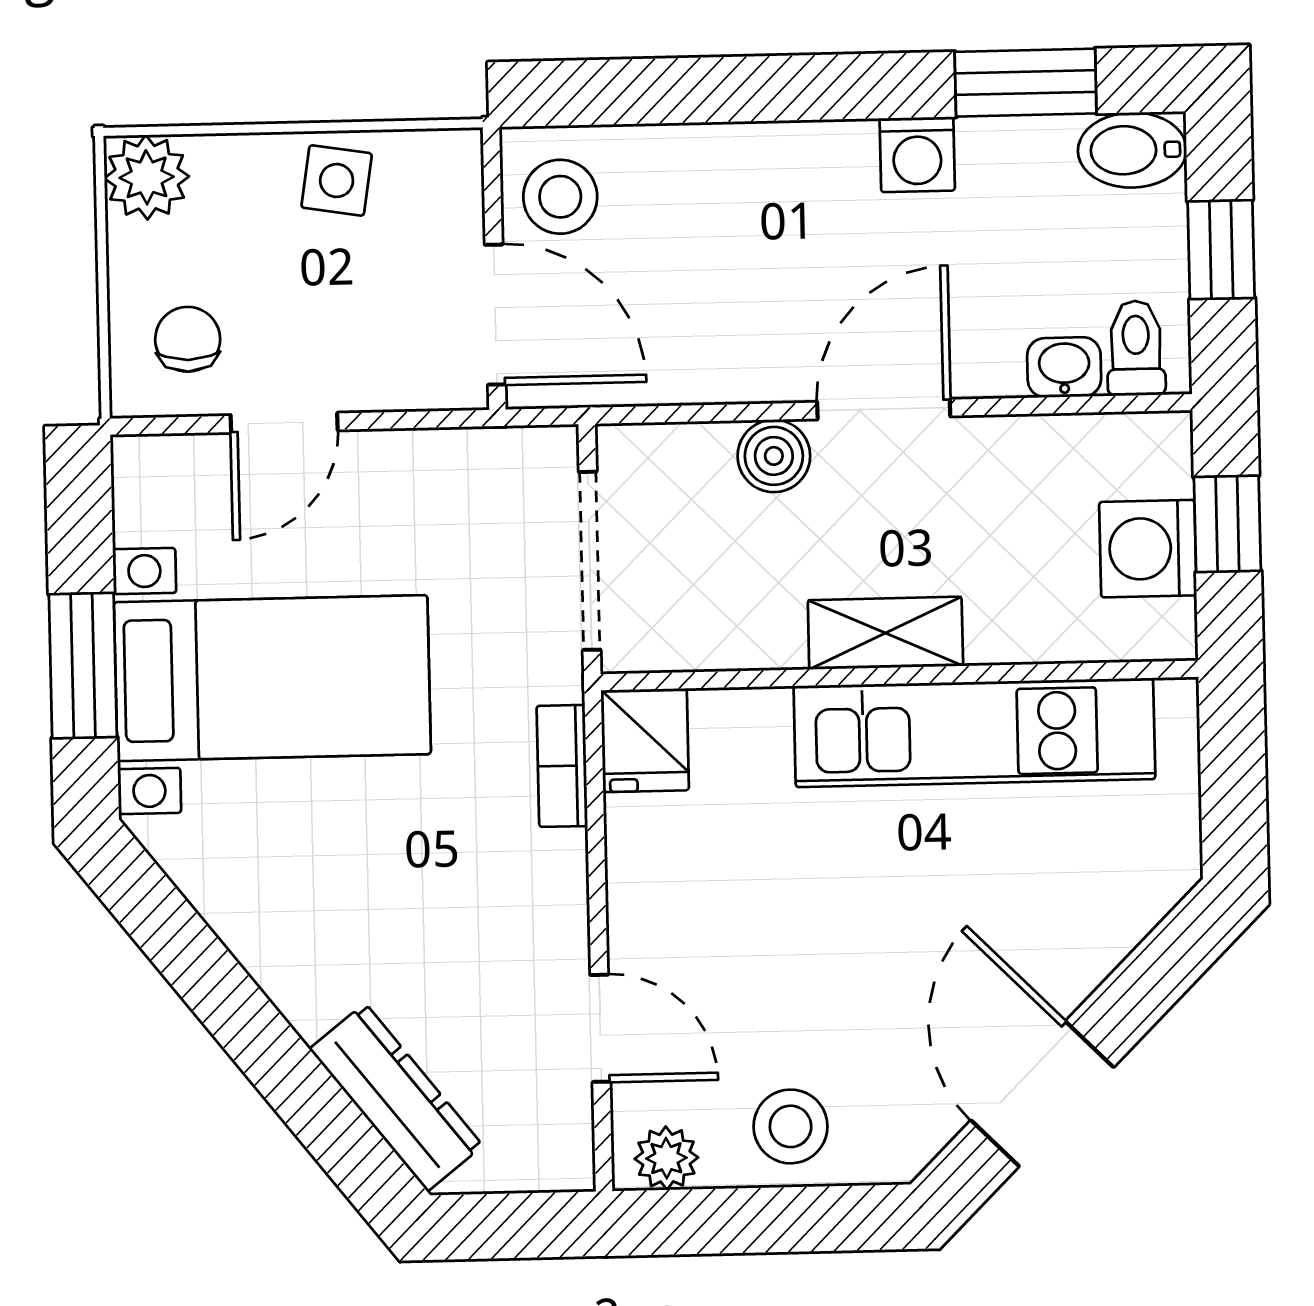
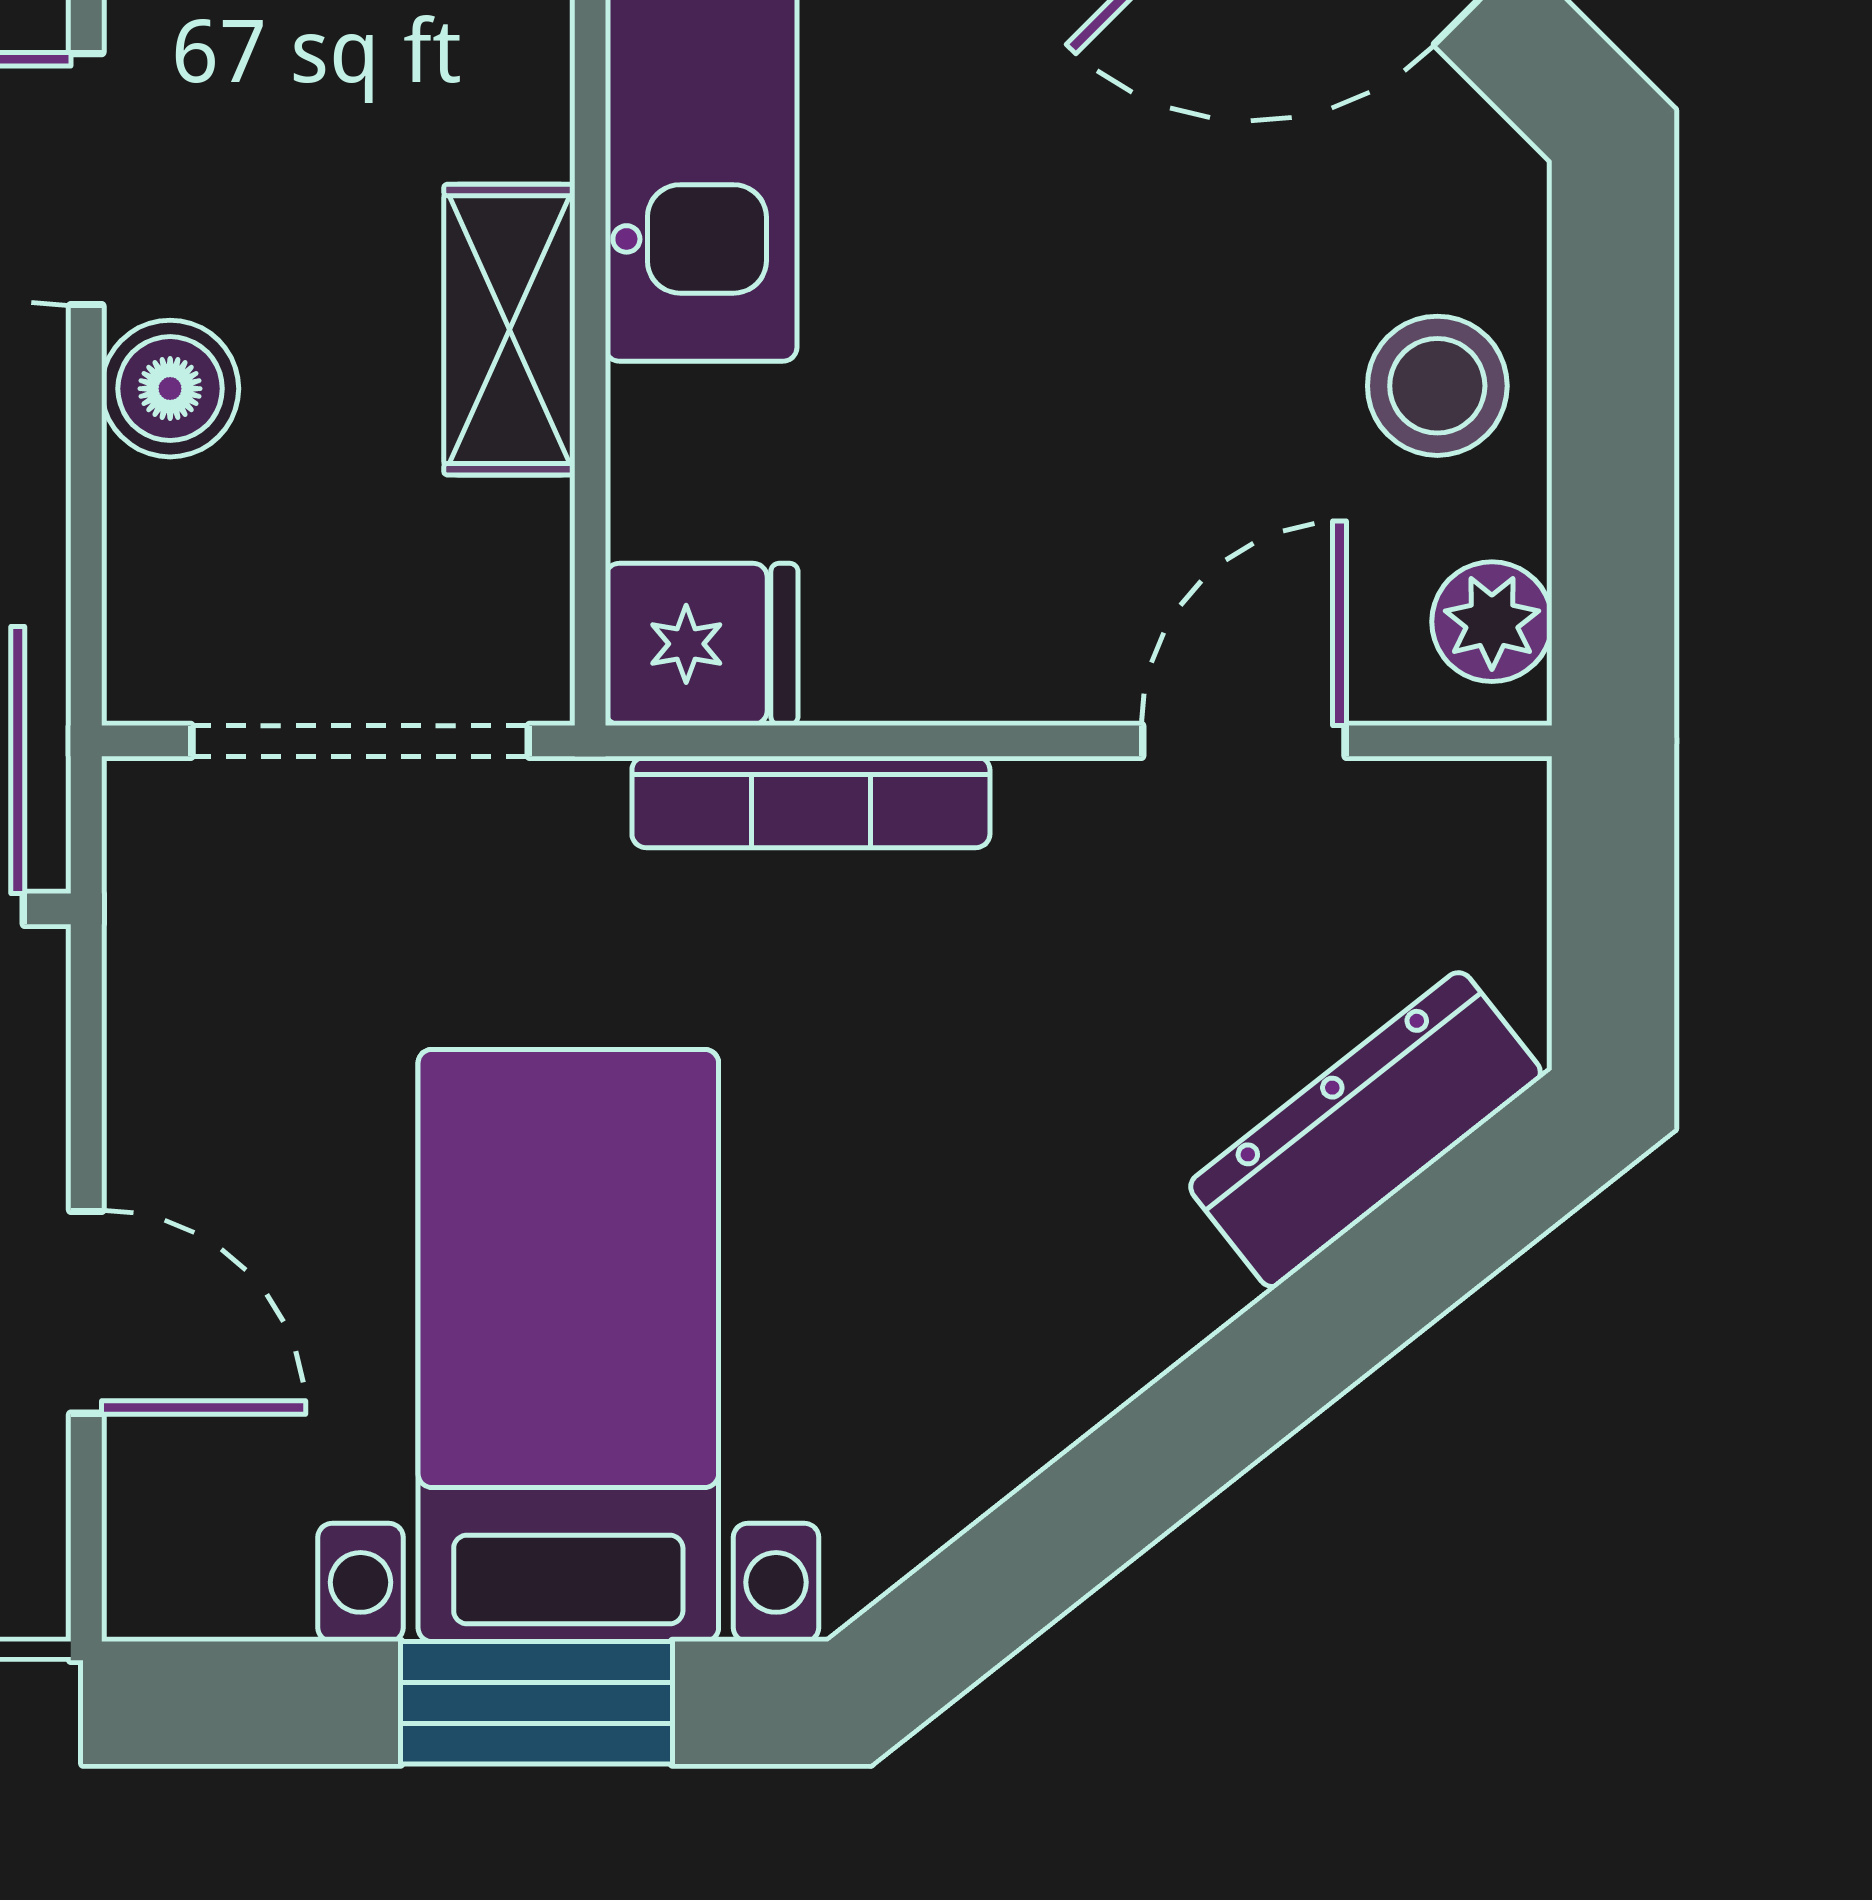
shelving: (885, 633) -> (509, 330), moved
bookcase: (562, 766) -> (811, 802), width x1.56

